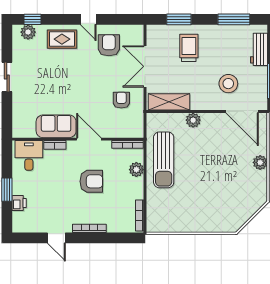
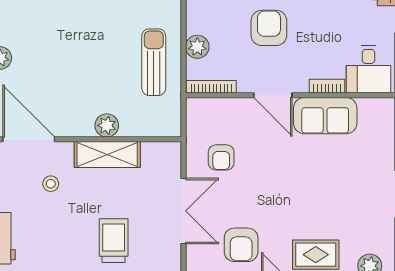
trolley: (189, 48) -> (114, 241), turned 180
stool: (228, 84) -> (51, 184), width x0.53, depth x0.53
shelving: (169, 102) -> (107, 154), moved
sun lounger: (164, 160) -> (154, 62), width x0.73, depth x0.75
armchair: (91, 181) -> (269, 28), turned 90

